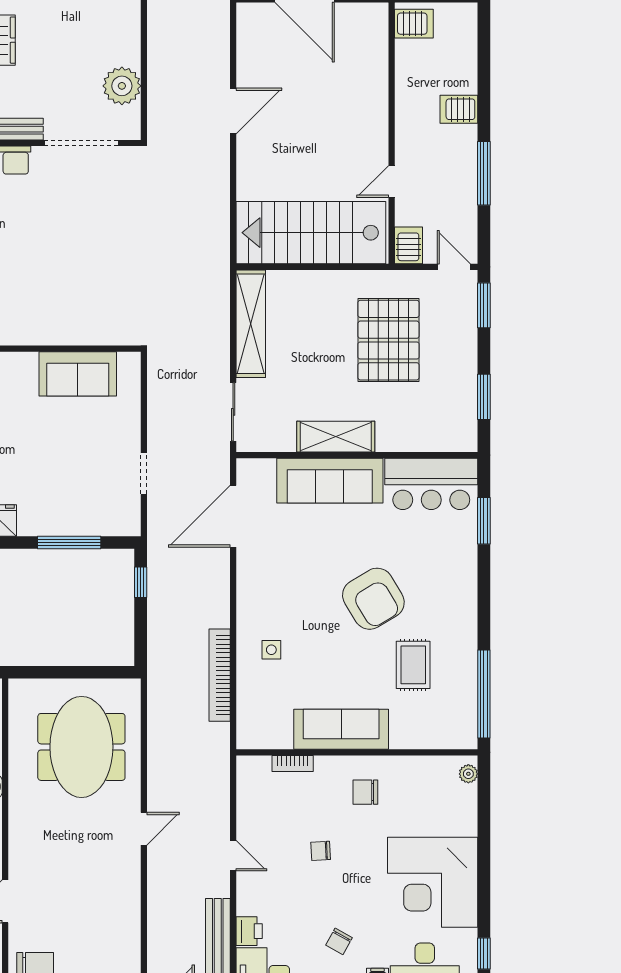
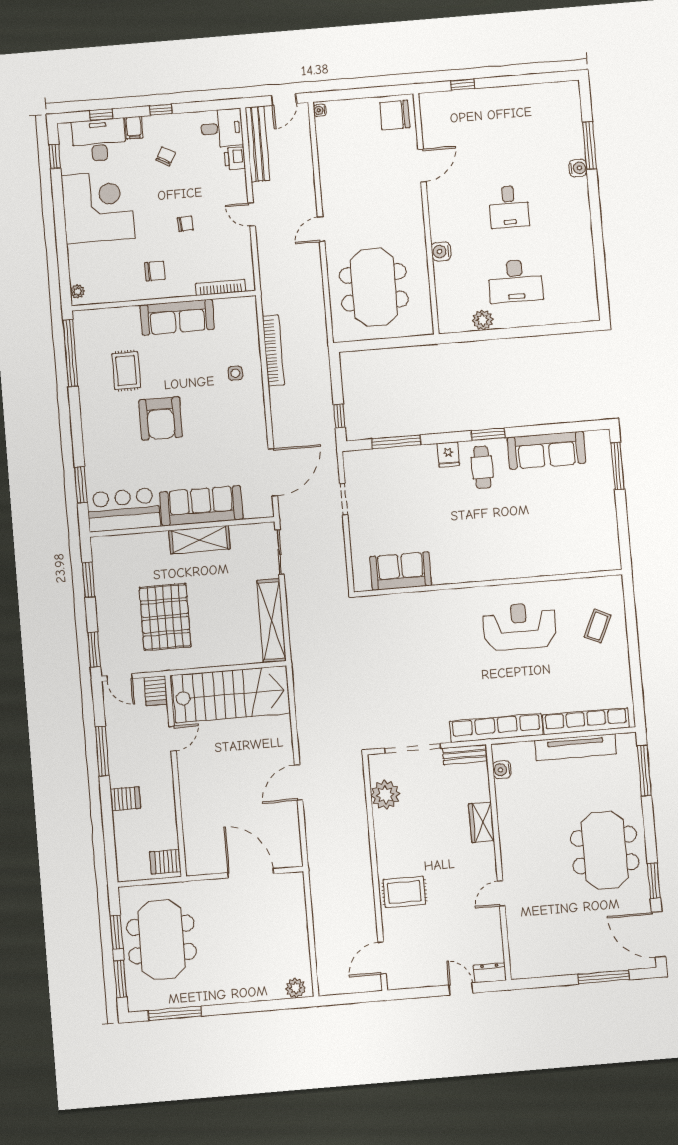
armchair: (373, 599) -> (161, 418), turned -149
bookcase: (293, 763) -> (221, 287), width x1.56

